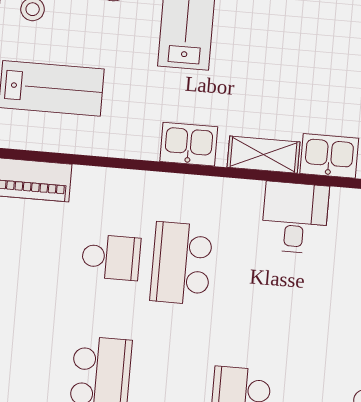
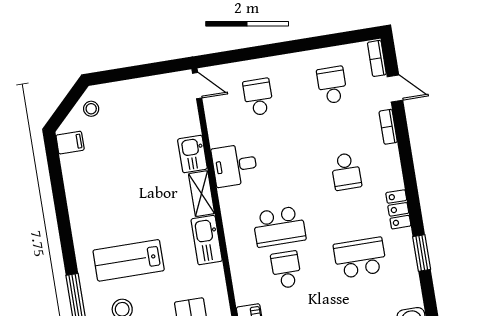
kitchen sink: (189, 144) -> (207, 240), width x1.38

